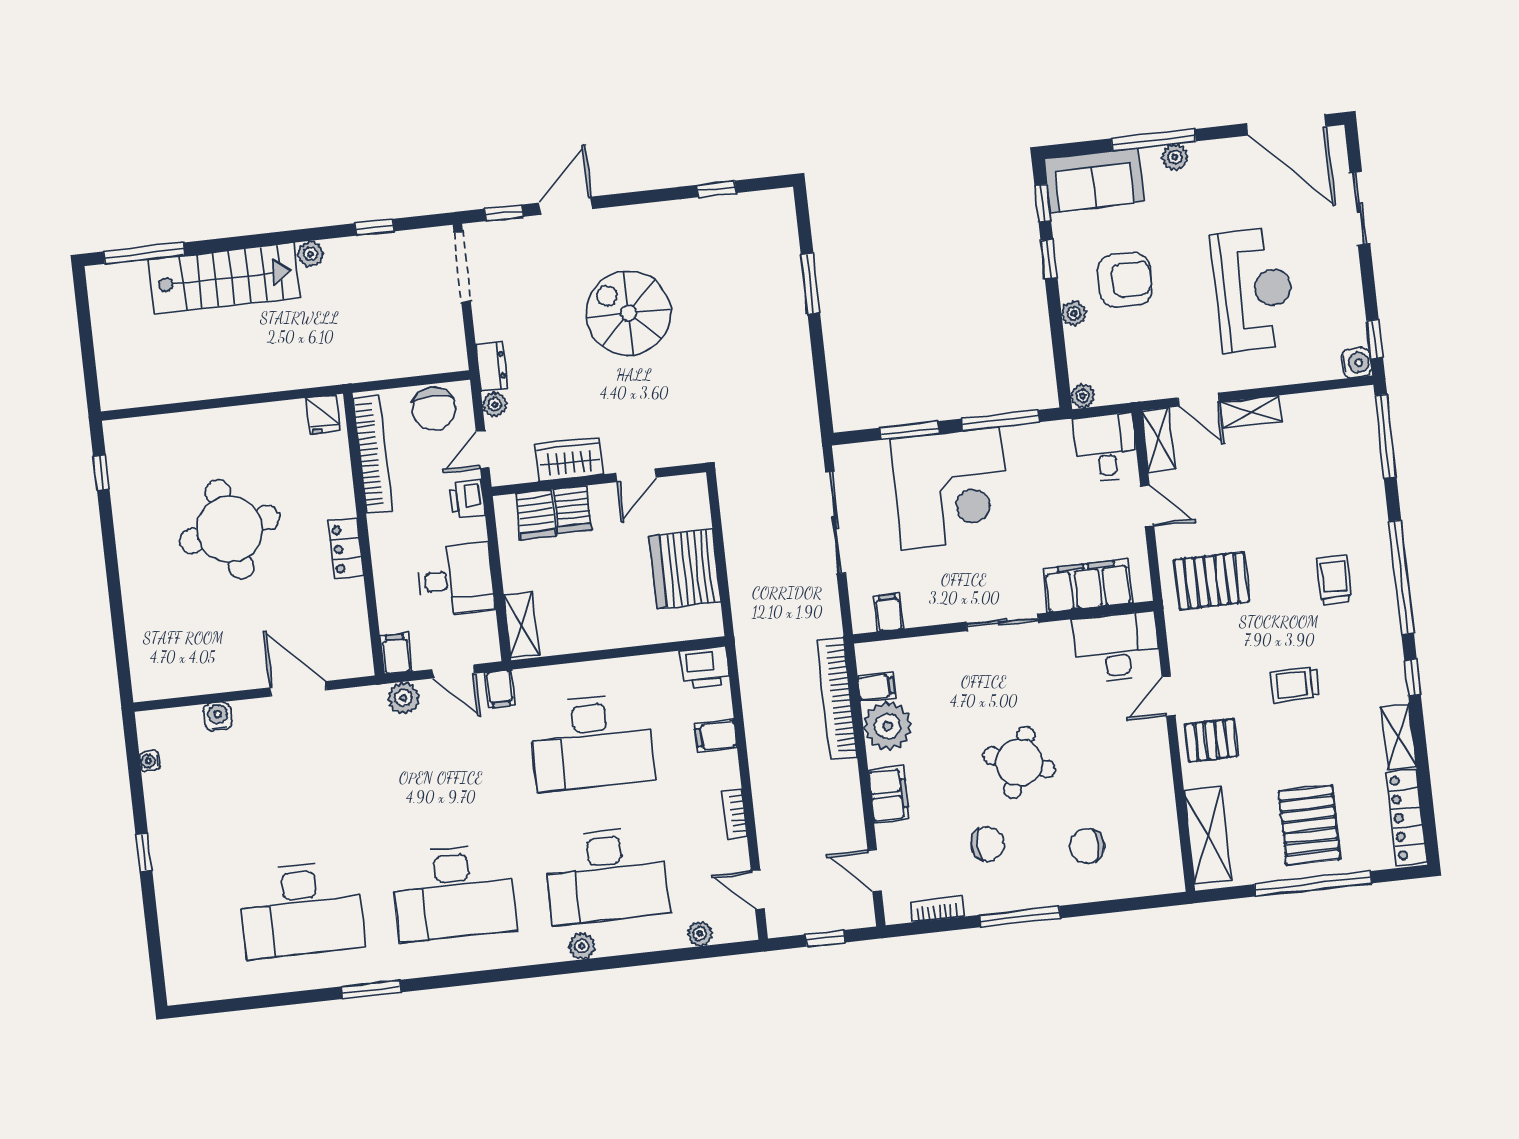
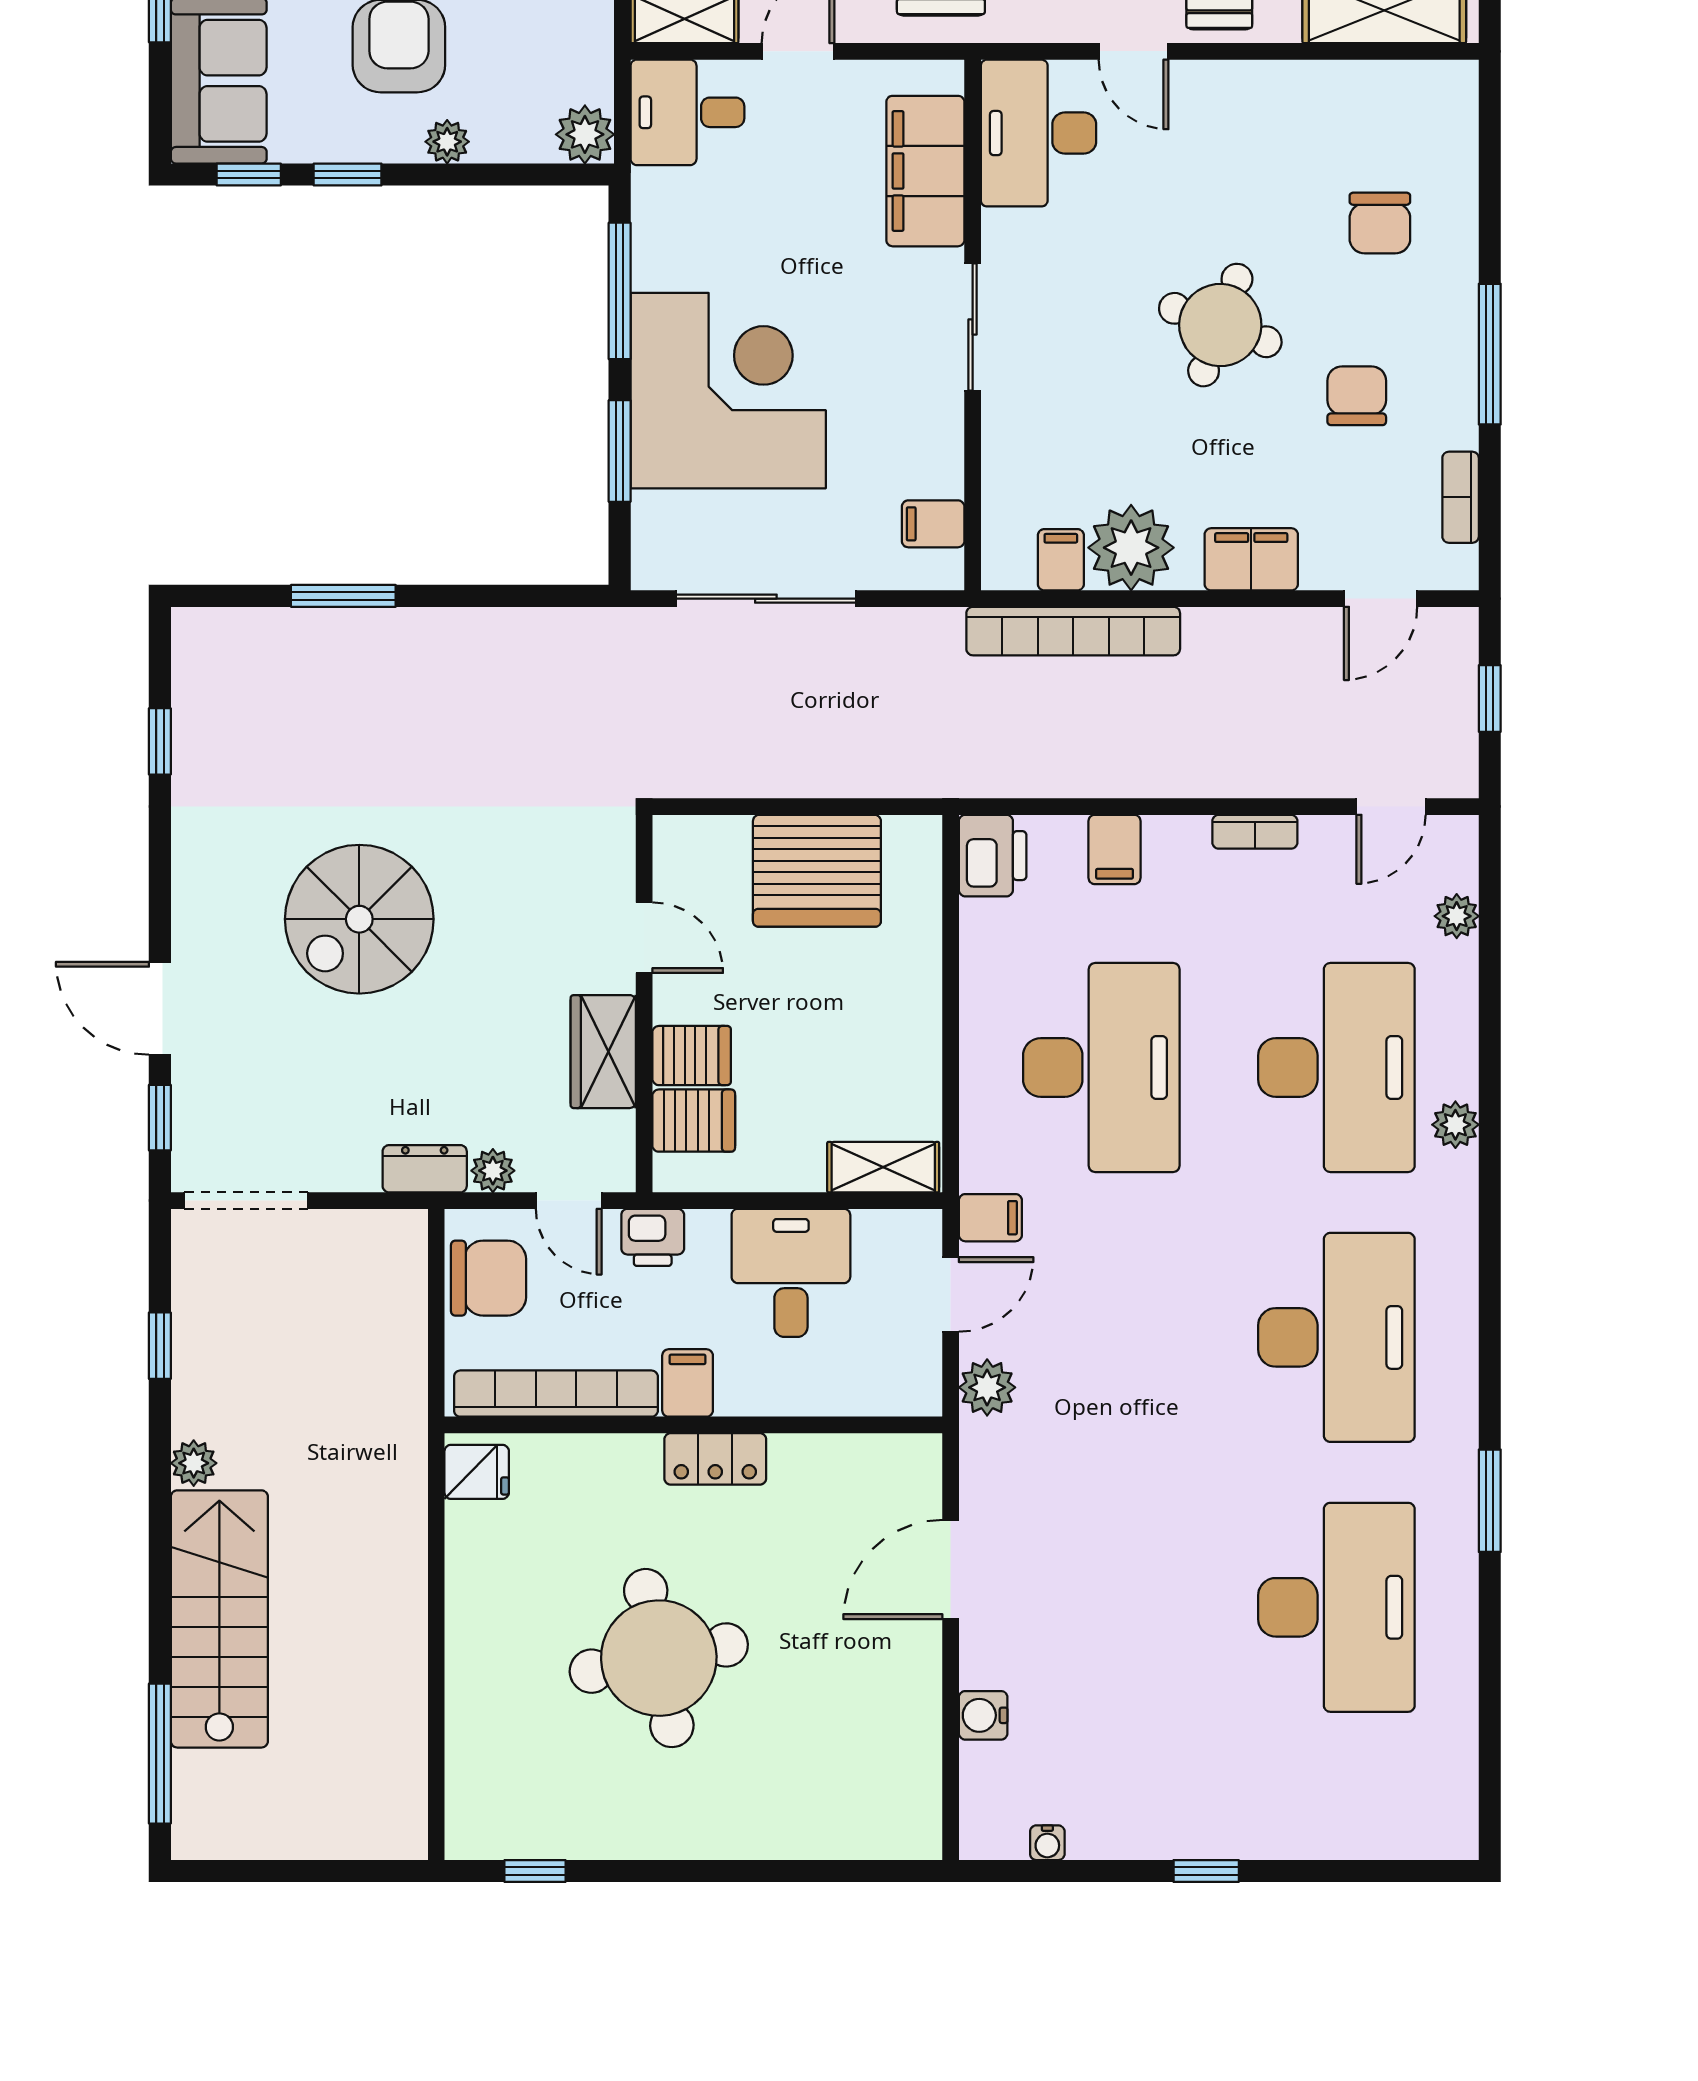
plant: (1083, 396) -> (585, 134), width x1.38, depth x1.38
filing cabinet: (396, 654) -> (688, 1383), moved, turned 90

